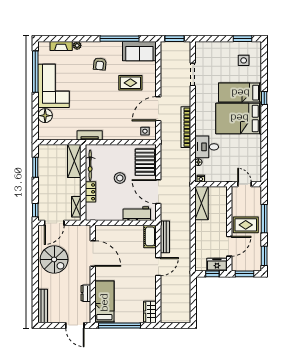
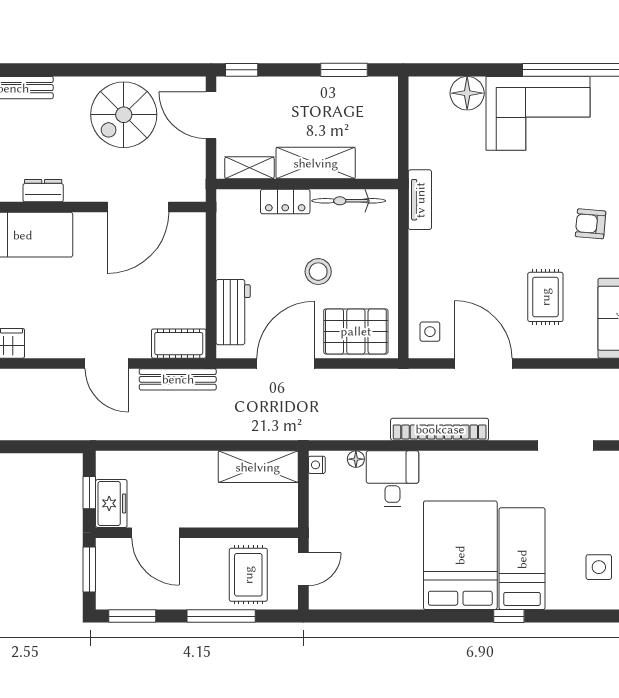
shelving: (74, 161) -> (316, 163), moved
rug: (246, 225) -> (248, 575), moved

